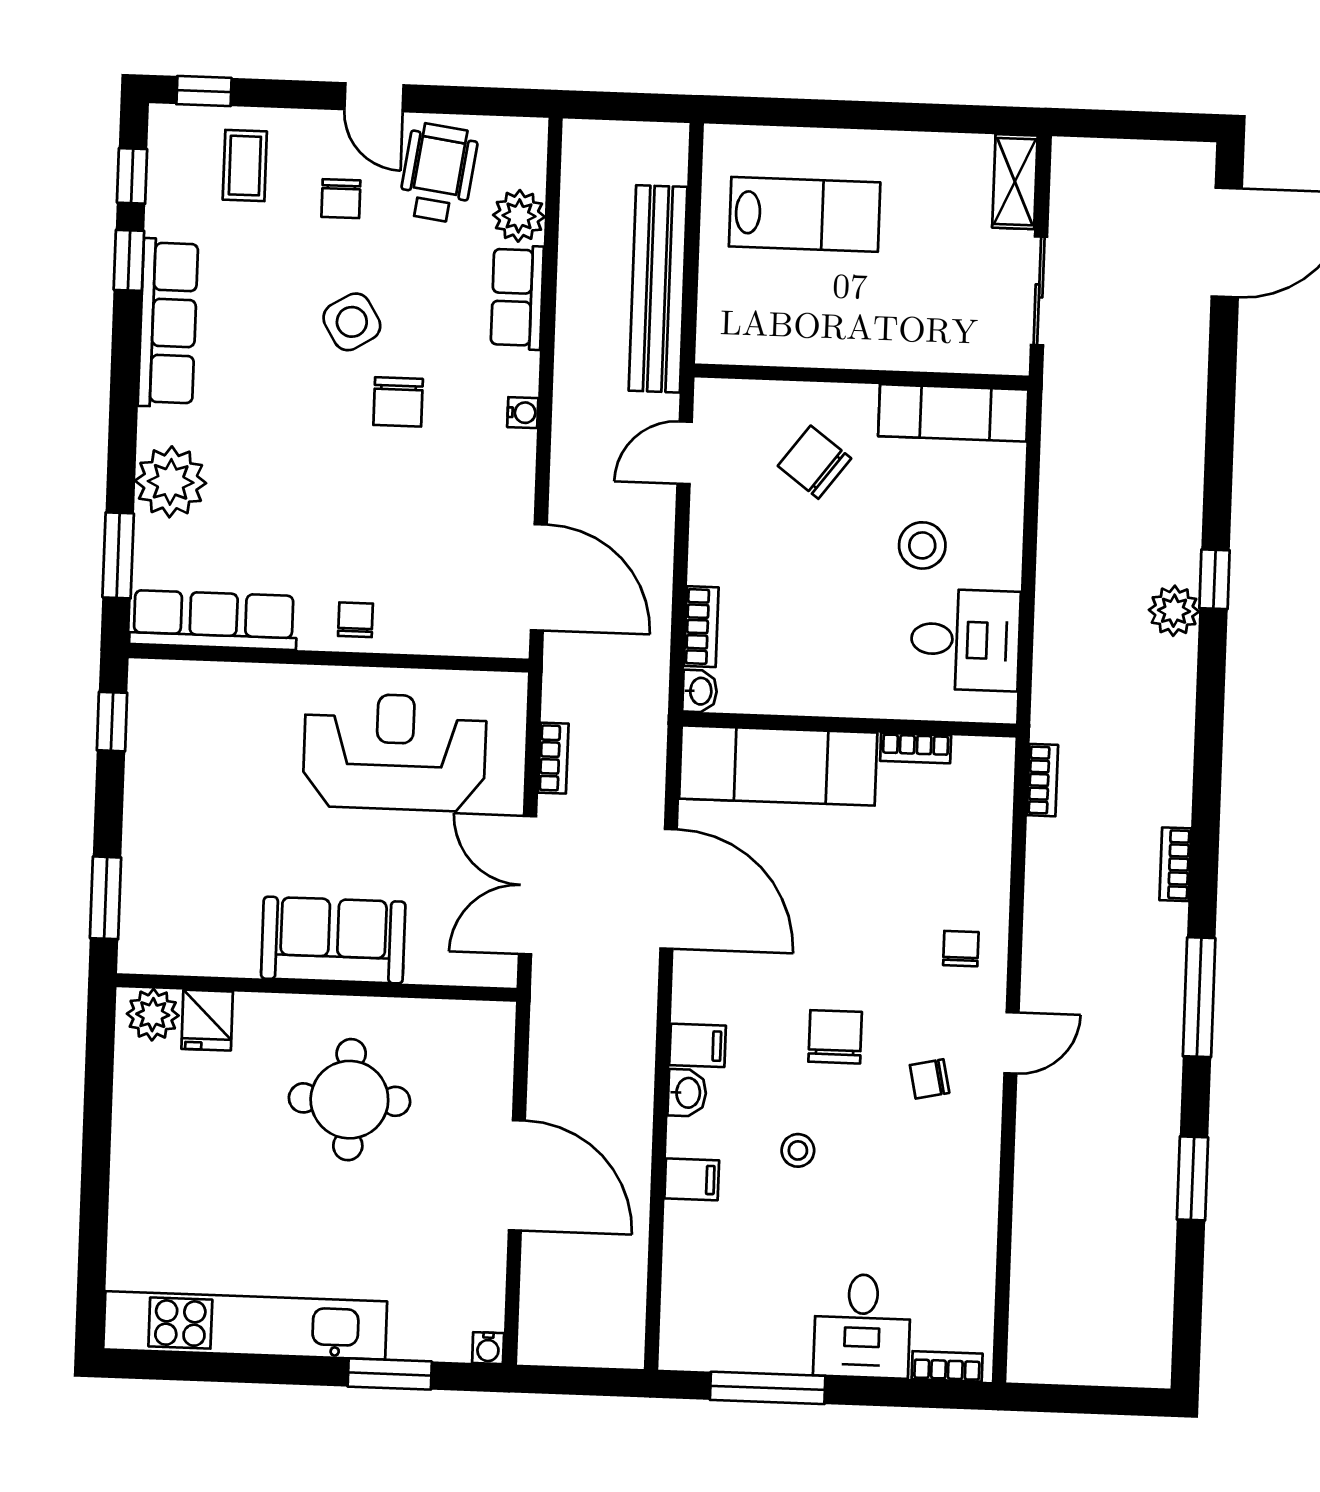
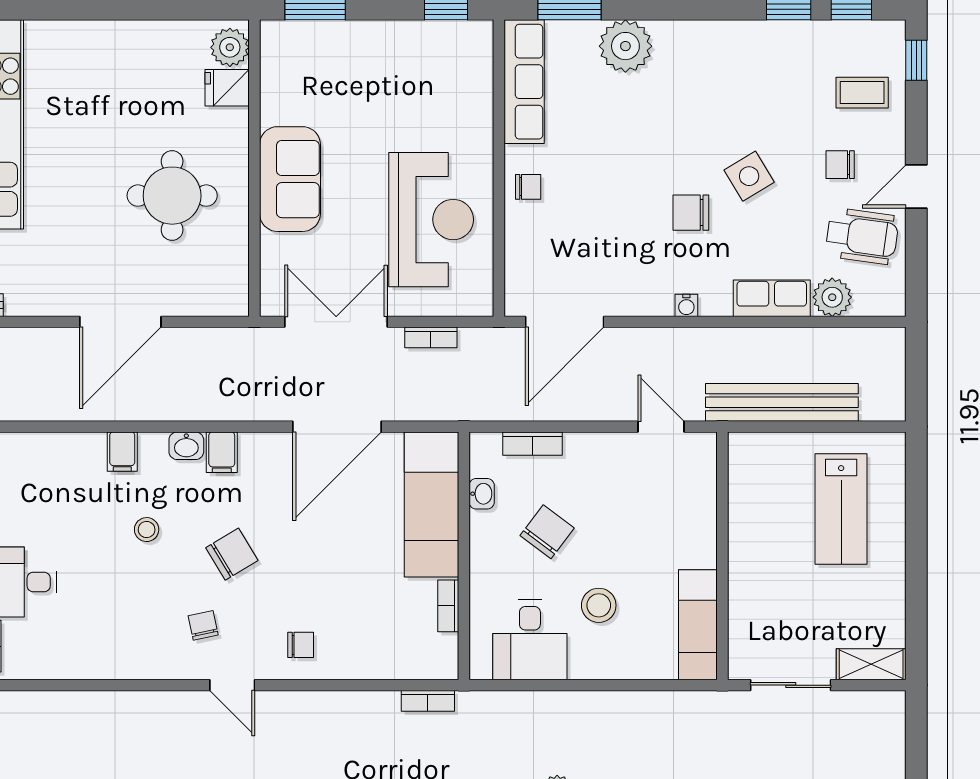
row of seats: (168, 323) -> (743, 40), removed
chair: (814, 462) -> (547, 532), moved
washbasin: (700, 691) -> (482, 494), moved, turned -90
chair: (835, 1037) -> (232, 554), turned -31

